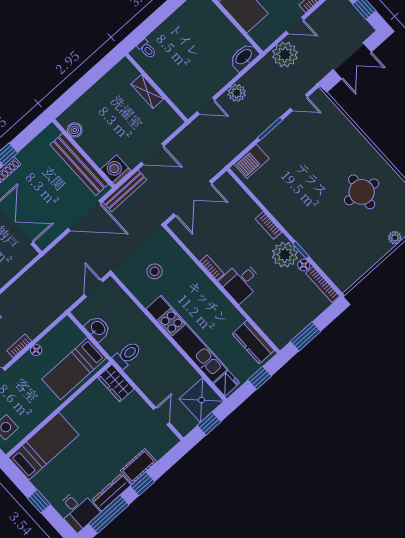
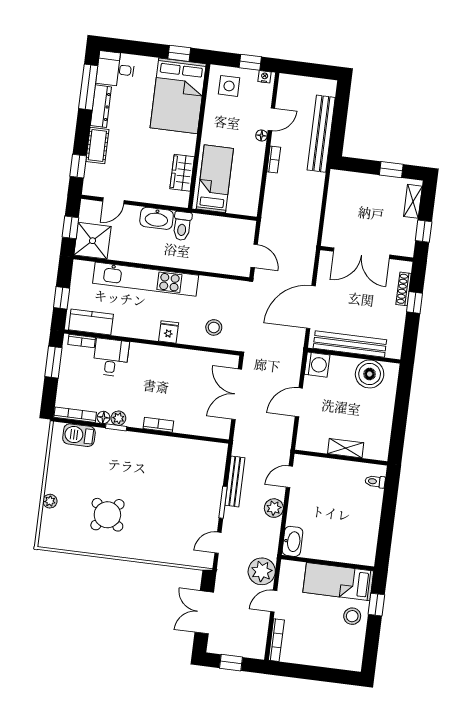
boiler: (75, 130) -> (370, 374), width x1.86, depth x1.86
barbecue: (252, 161) -> (79, 435), moved, turned -90
bench: (125, 191) -> (235, 481), moved
round table: (362, 192) -> (107, 515), turned 33
plant: (285, 255) -> (118, 418), width x0.53, depth x0.53
bookcase: (212, 268) -> (82, 341), moved
stool: (155, 271) -> (214, 327), moved
desk: (241, 282) -> (111, 357), moved
washbasin: (98, 328) -> (157, 218), moved, width x1.38
floor lamp: (36, 350) -> (262, 135), moved
wardrobe: (116, 383) -> (182, 173), moved, turned -90
fridge: (227, 383) -> (169, 332), moved, turned 180
door: (161, 416) -> (113, 201), hinge flipped
bed: (44, 446) -> (178, 96), width x1.50
window: (142, 484) -> (78, 166), moved
window: (39, 501) -> (179, 53), moved

